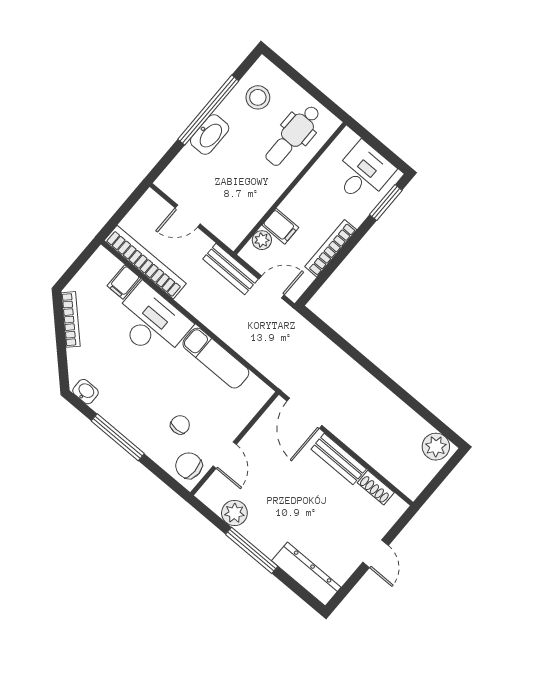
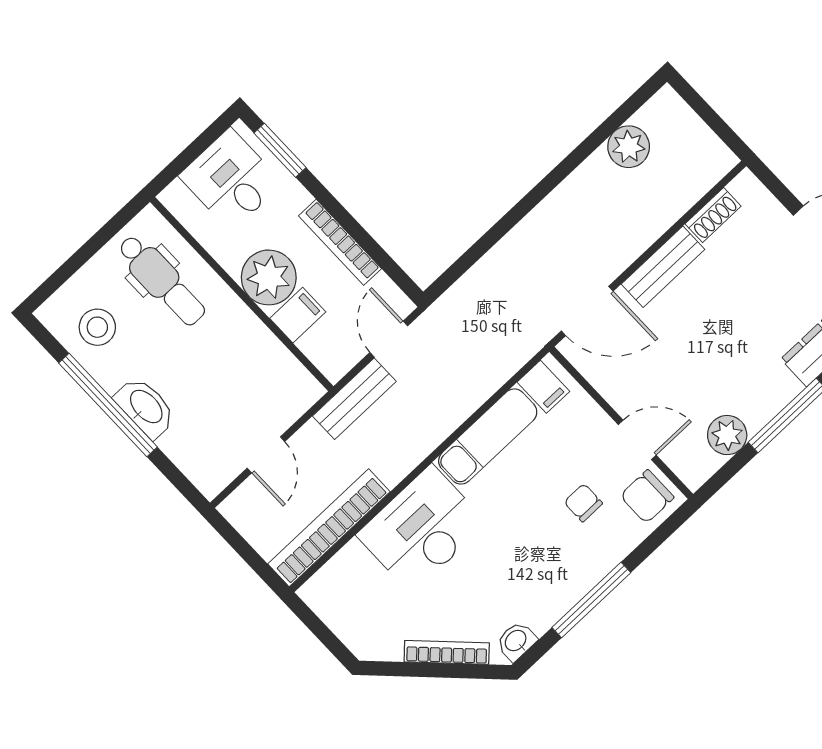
plant: (262, 240) -> (269, 277), moved, width x1.88, depth x1.88
filing cabinet: (124, 282) -> (543, 387), moved
bookcase: (71, 319) -> (447, 652), moved
plant: (436, 447) -> (629, 147), moved

